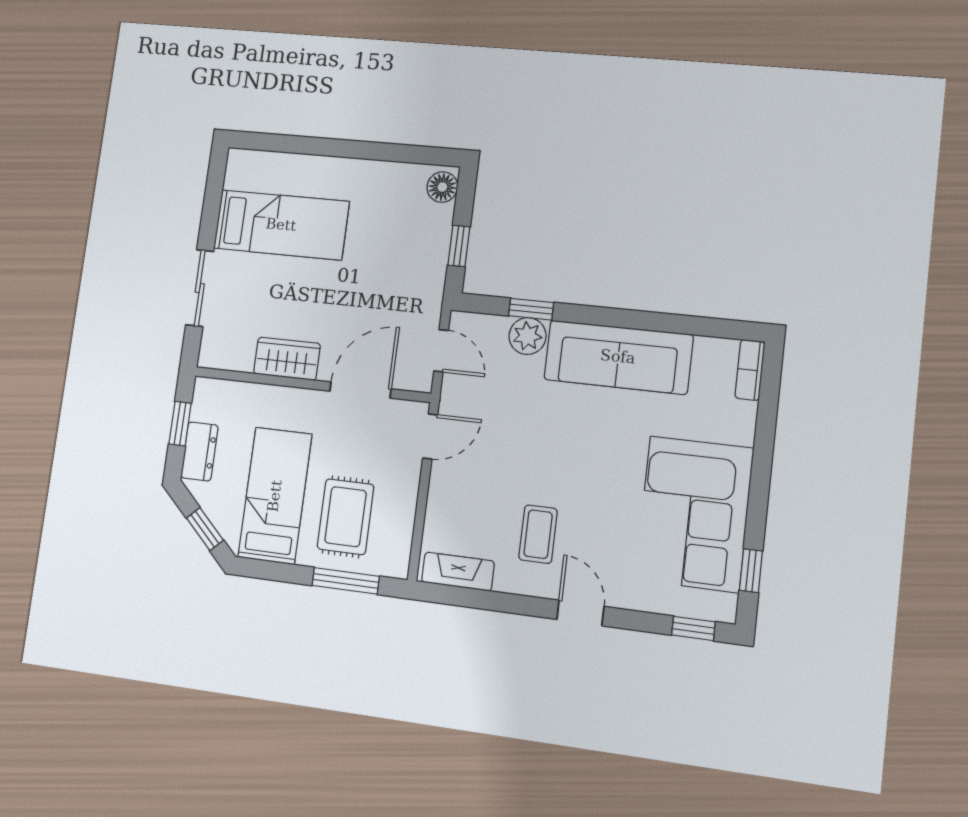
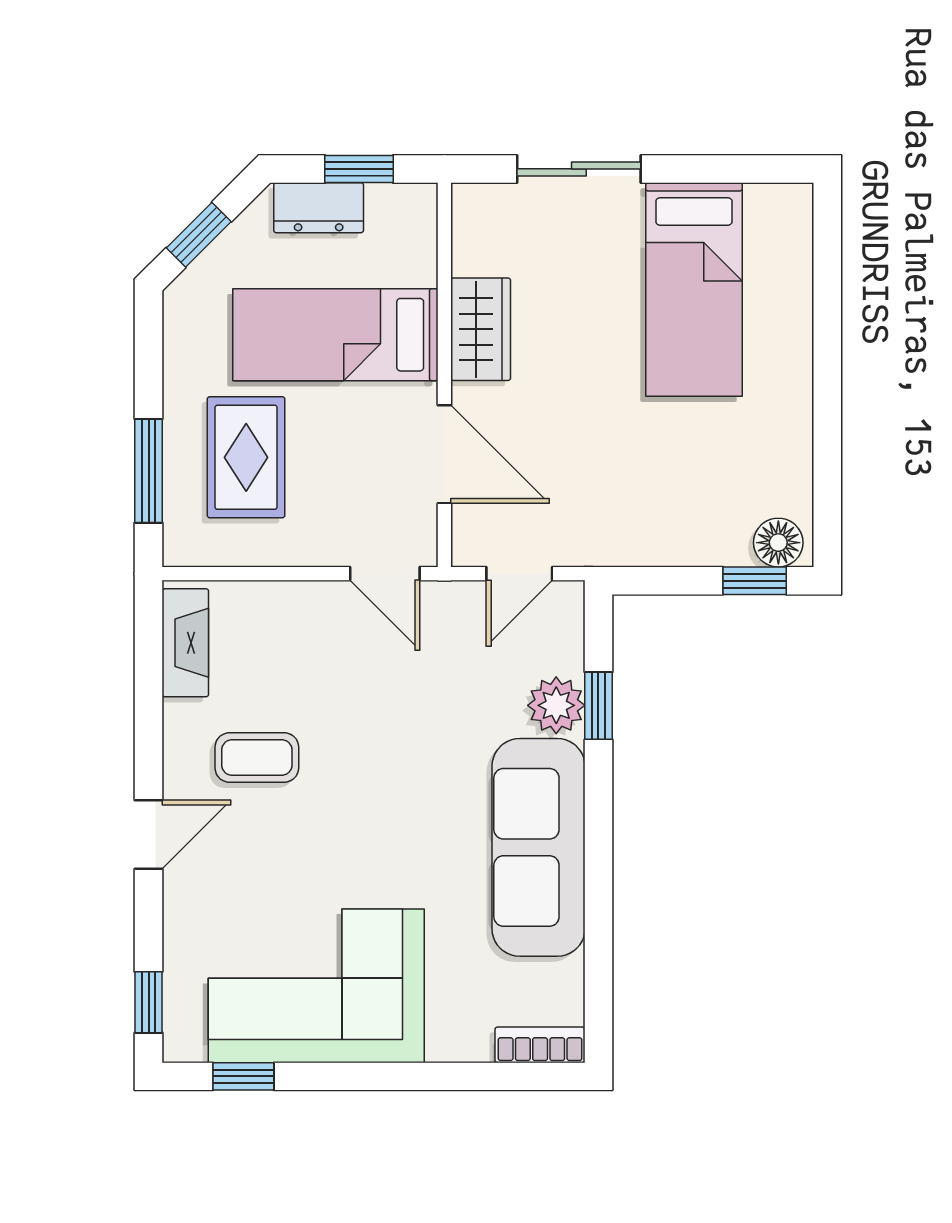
window: (459, 246) -> (755, 581), moved
bed: (275, 496) -> (335, 335), moved, turned 180
rug: (346, 517) -> (246, 457), turned 90

